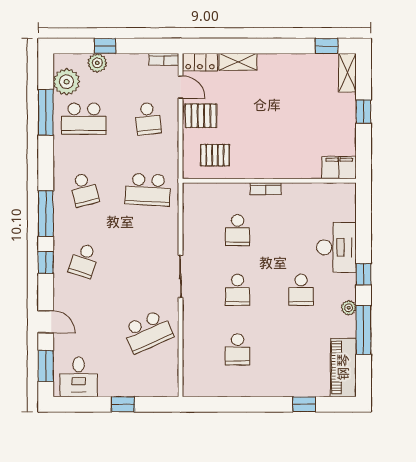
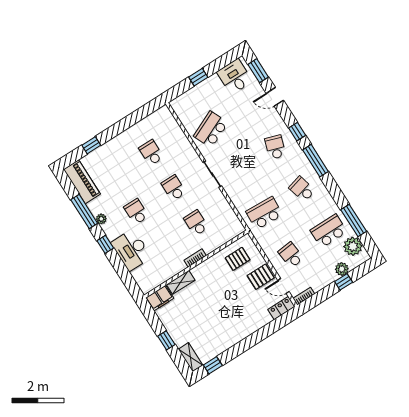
shelving: (238, 62) -> (181, 282), moved

